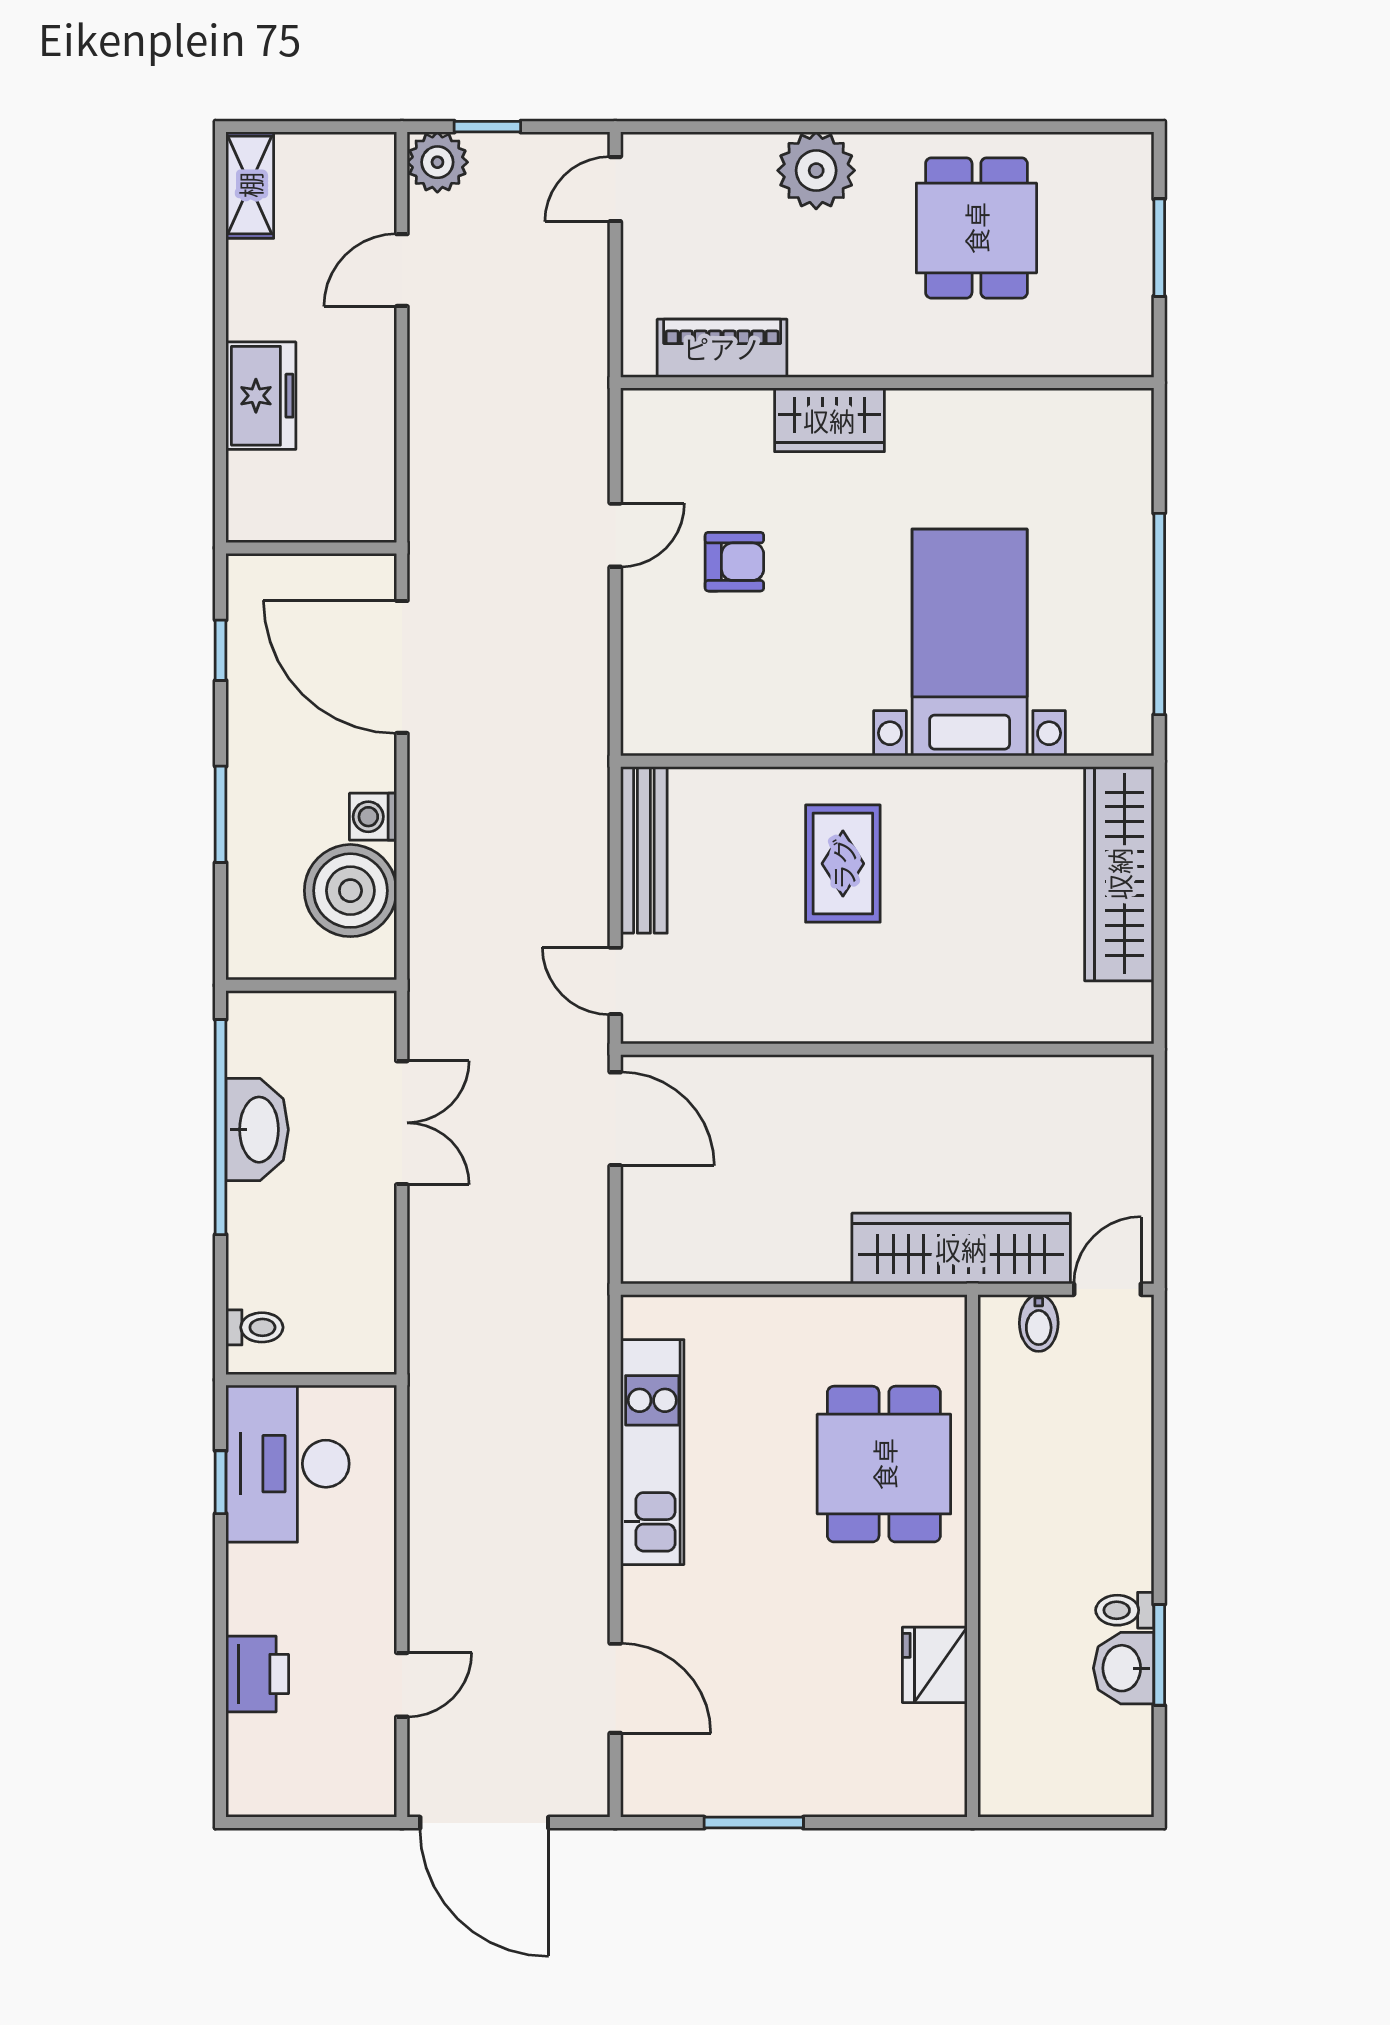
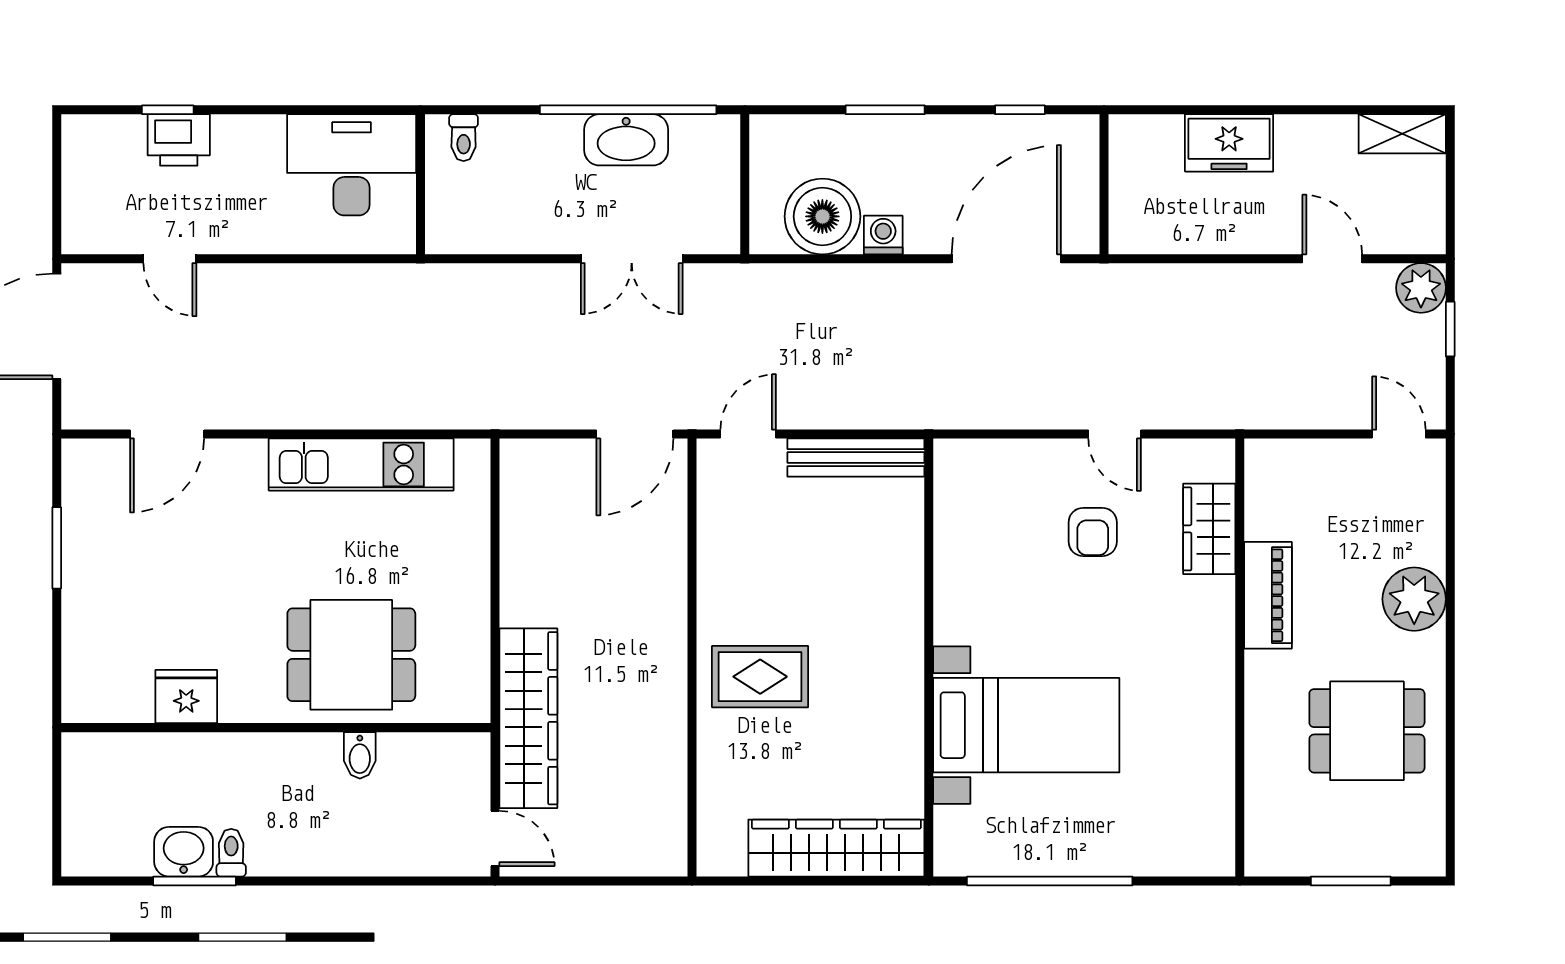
piano: (722, 348) -> (1268, 595), moved
wardrobe: (829, 420) -> (1209, 529), moved
rug: (843, 864) -> (760, 677), moved
bidet: (1039, 1323) -> (360, 755), moved, turned -90
window: (221, 1482) -> (168, 110), moved

